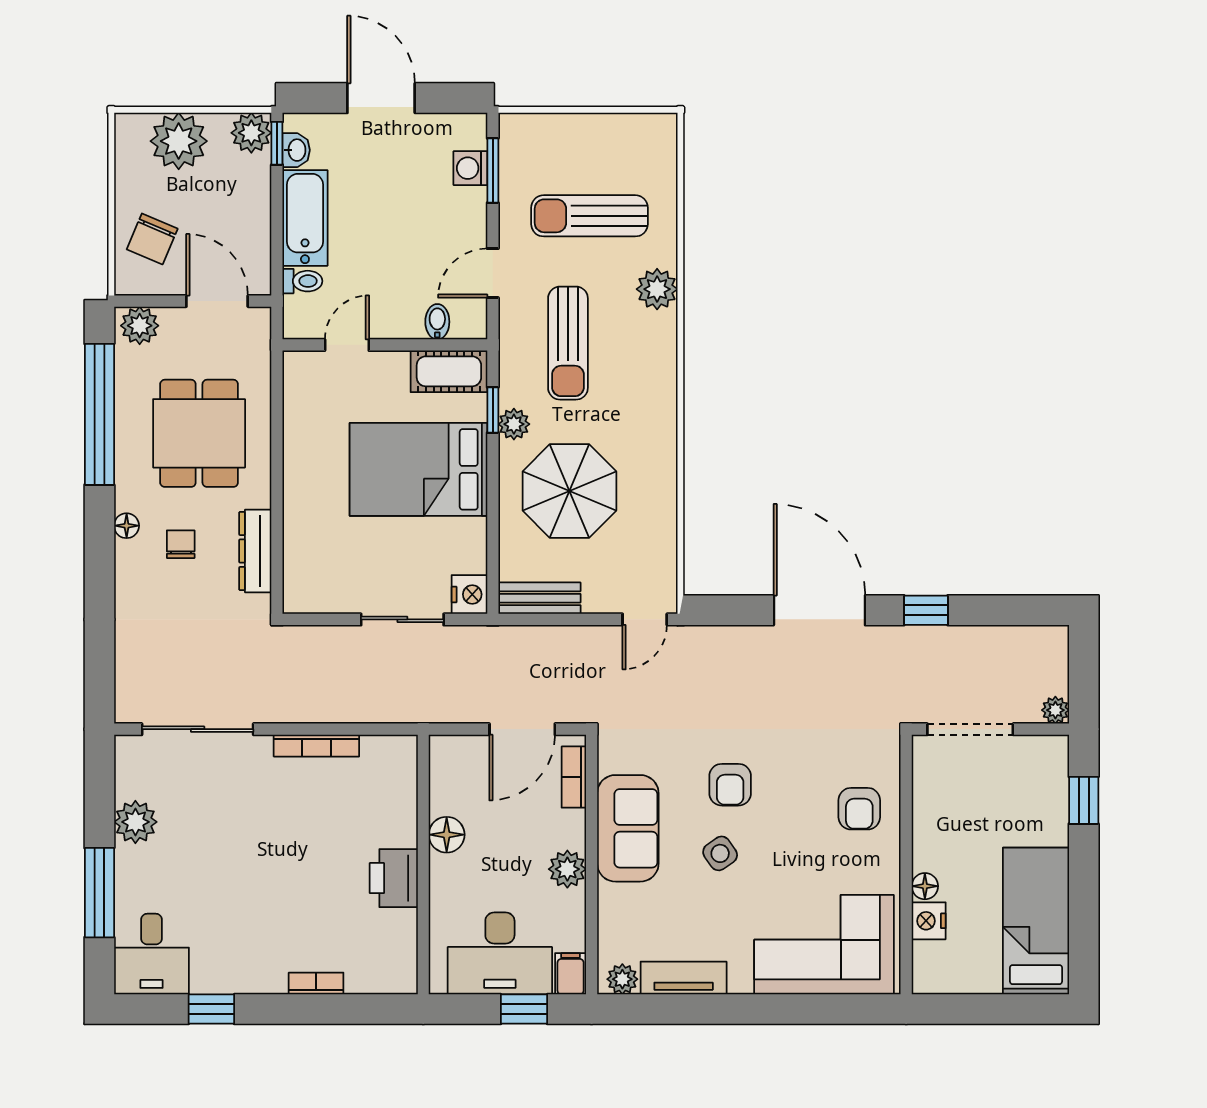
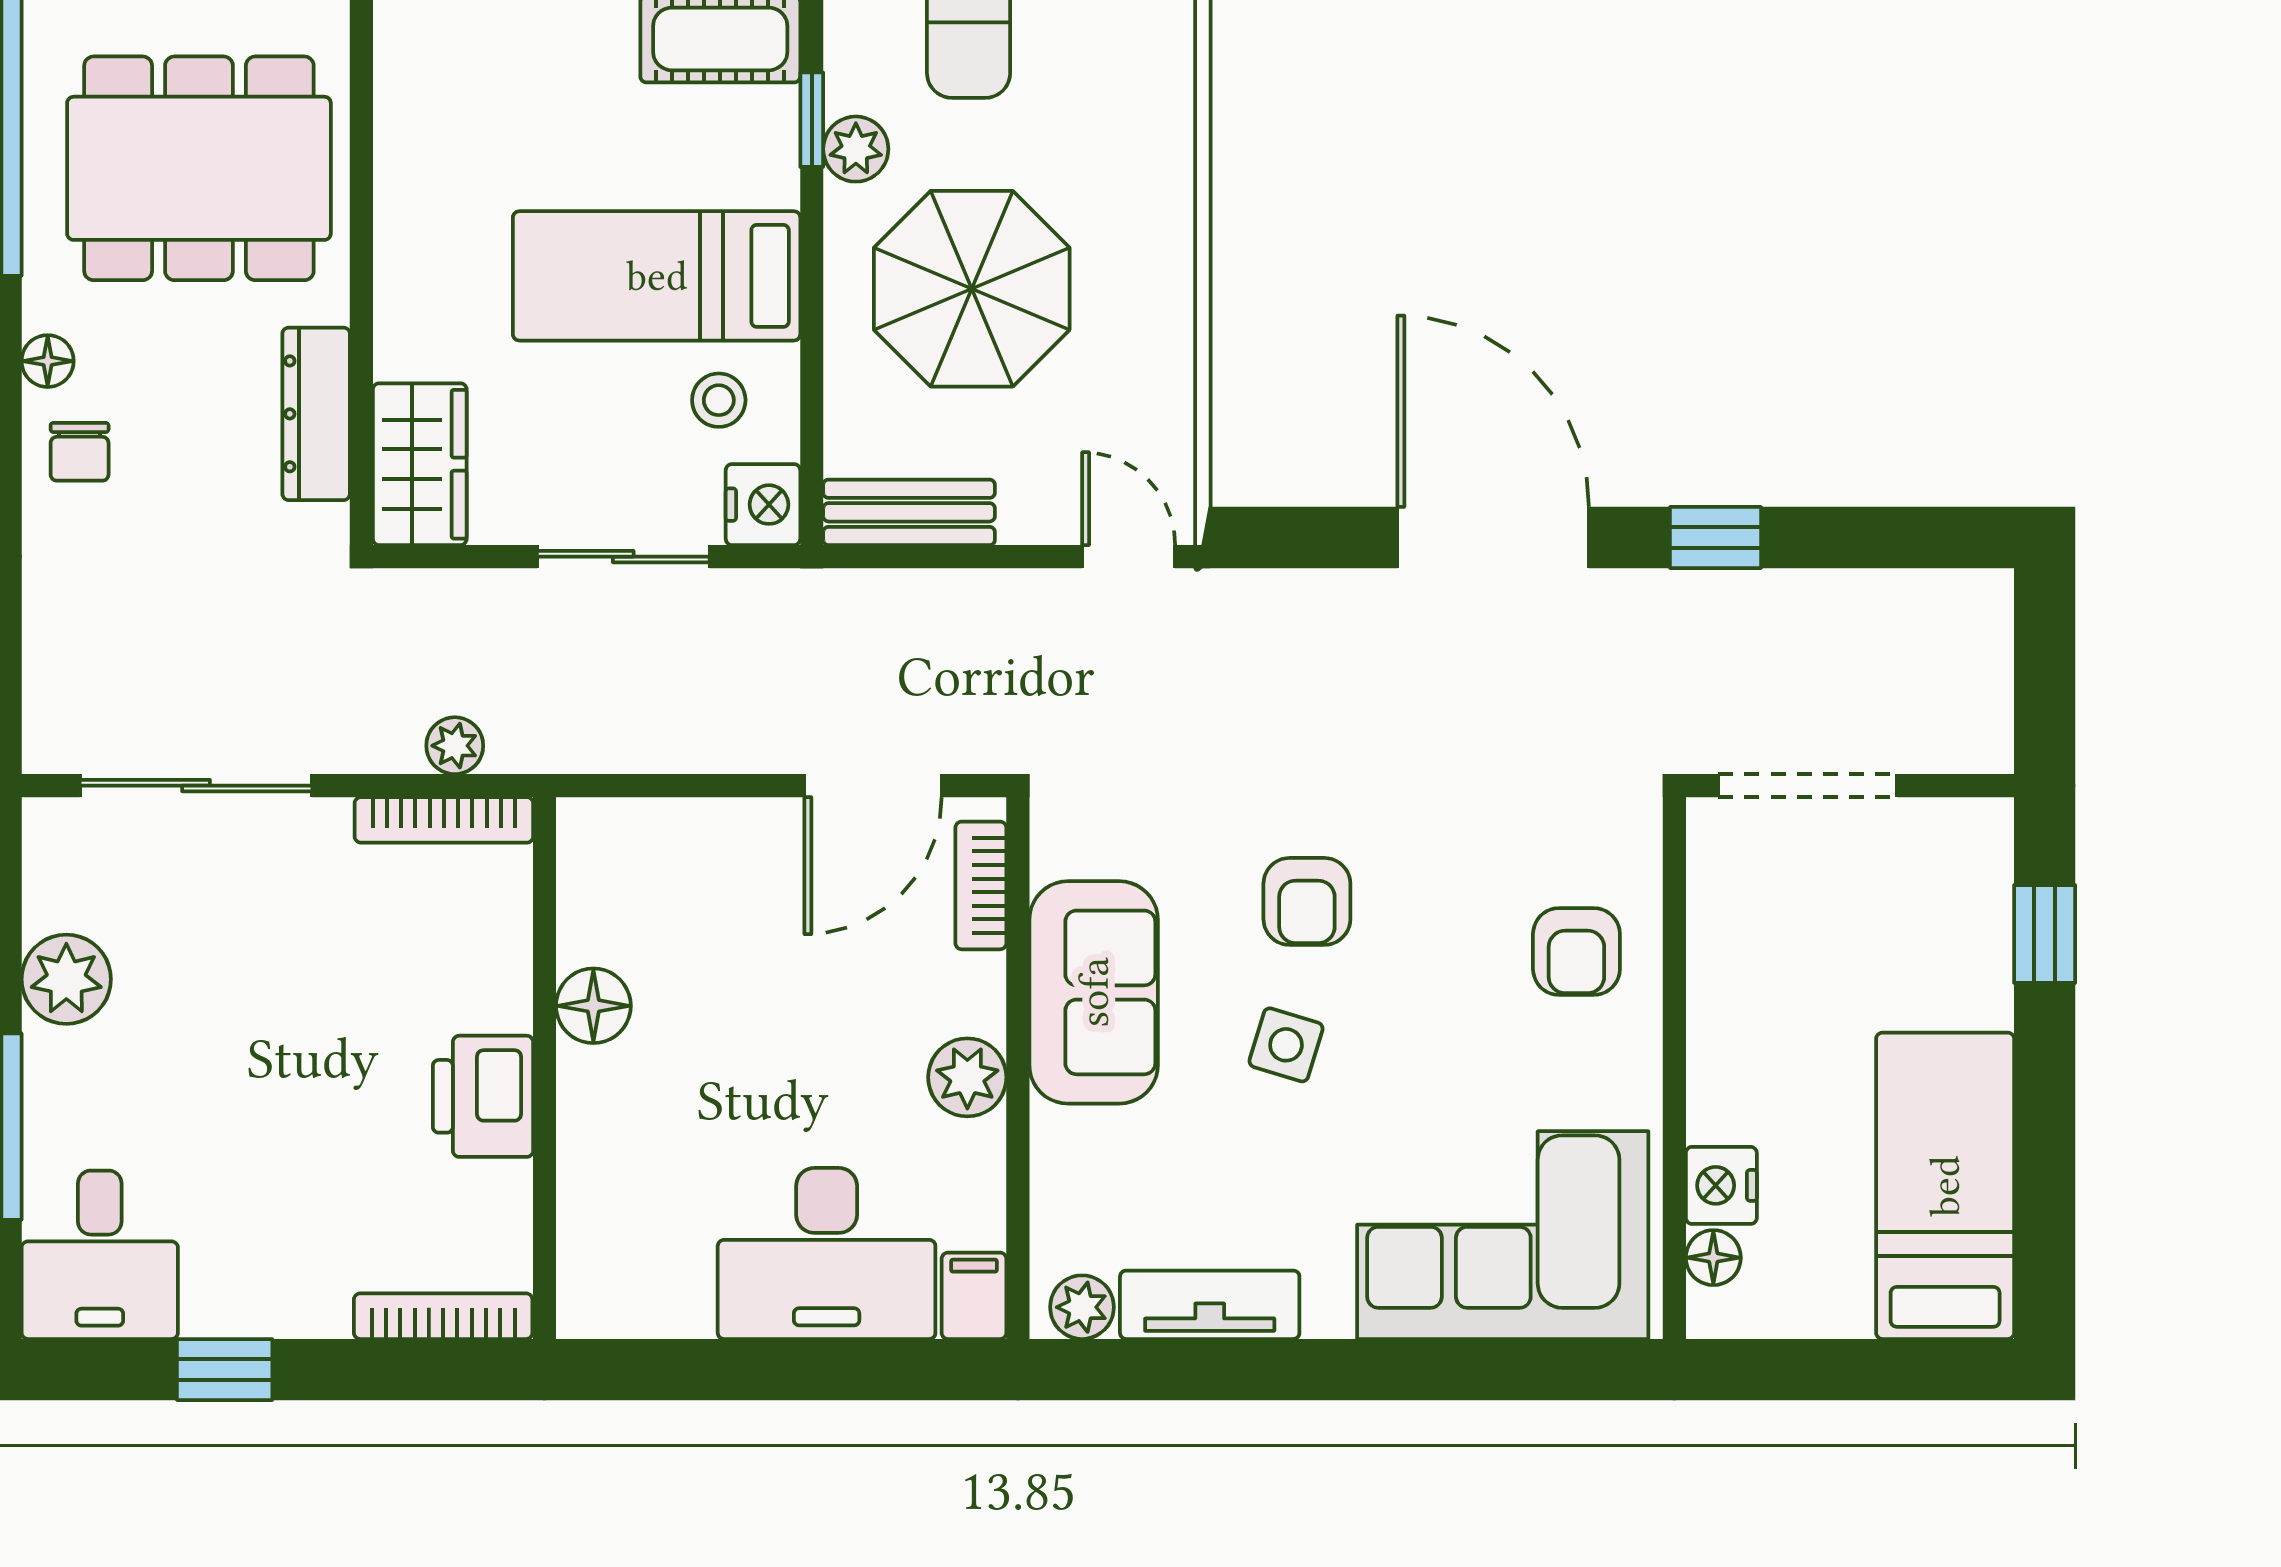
dining table: (199, 433) -> (199, 168), width x1.38
bed: (418, 469) -> (657, 276), width x0.67
chair: (181, 544) -> (80, 452), moved, turned 180
stool: (448, 544) -> (719, 400), added
wardrobe: (305, 575) -> (420, 464), added
door: (645, 619) -> (1129, 557), swing flipped
plant: (1055, 710) -> (455, 746), moved
floor lamp: (447, 835) -> (593, 1006), moved
side table: (720, 853) -> (1286, 1045), turned -38
wall: (423, 865) -> (545, 1068), moved
printer: (394, 878) -> (483, 1096), moved
floor lamp: (925, 886) -> (1713, 1258), moved
bookcase: (316, 983) -> (443, 1316), width x1.56
window: (524, 1009) -> (877, 1370), removed

